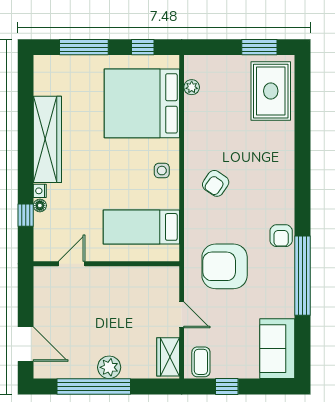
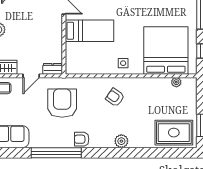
plant: (284, 173) -> (121, 141), added
bed: (141, 227) -> (89, 31), moved, turned 90
dresser: (171, 281) -> (53, 69), added

